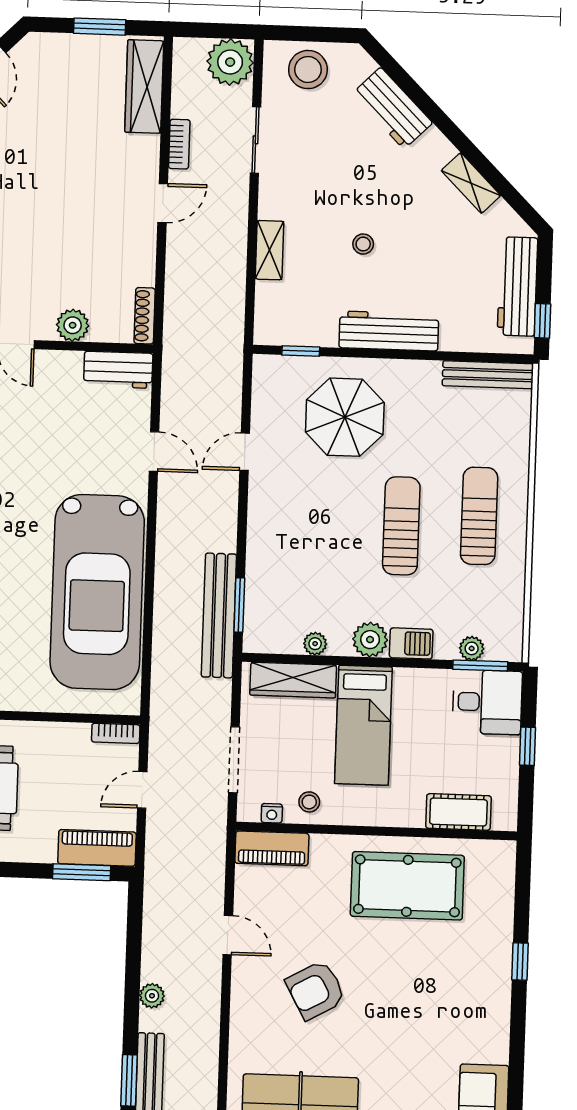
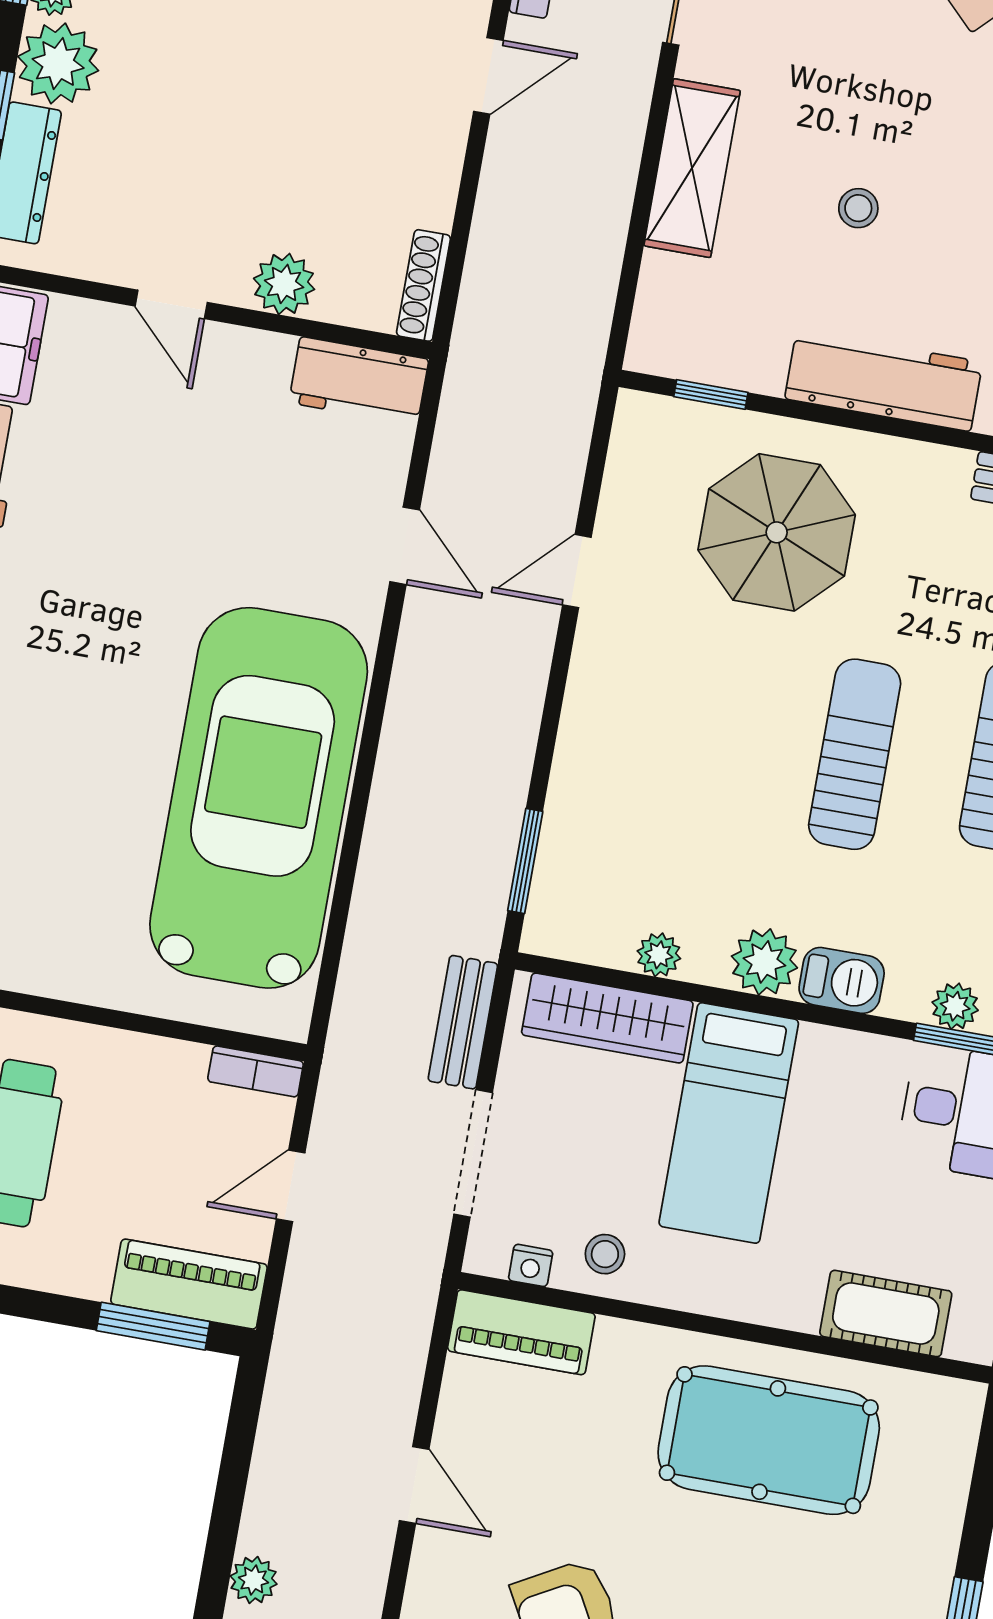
shelving: (270, 250) -> (692, 168), width x1.50, depth x1.33
car: (97, 592) -> (259, 798), turned 180
bench: (219, 615) -> (463, 1022), moved, width x0.54, depth x0.82

